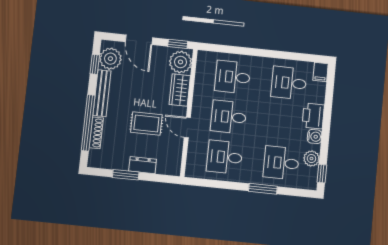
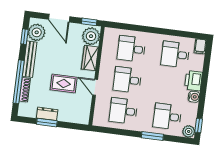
plant: (311, 159) -> (189, 131), moved
dresser: (143, 165) -> (47, 114), moved

